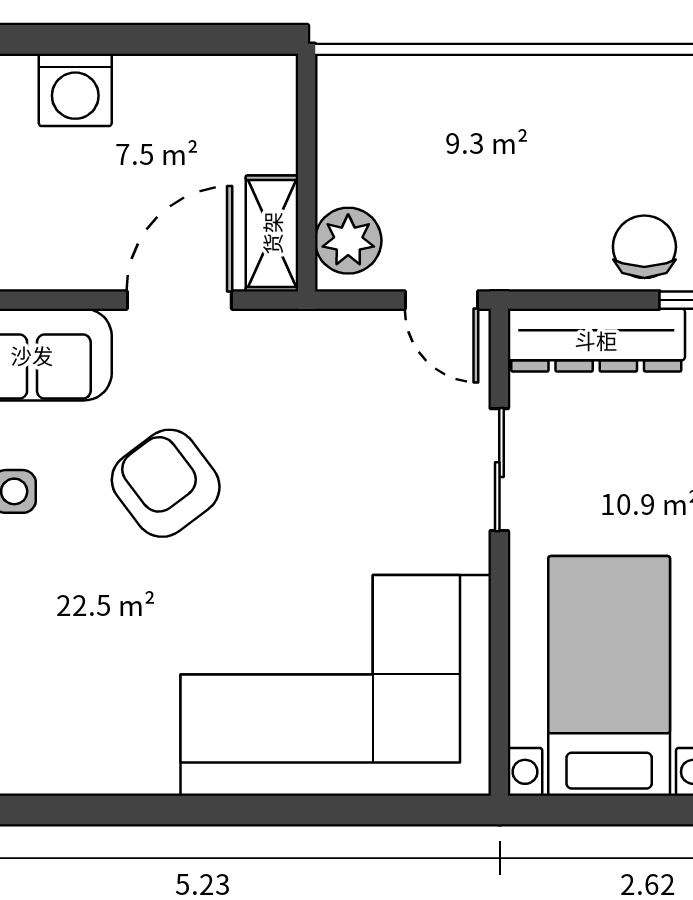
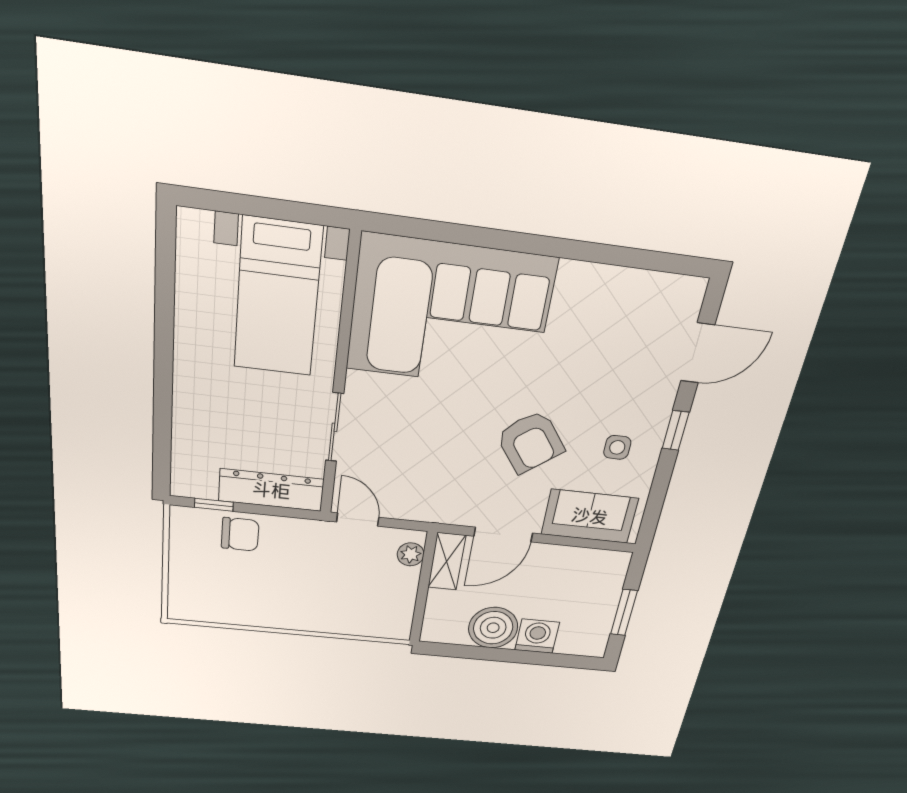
boiler: (162, 100) -> (493, 628), added
plant: (348, 241) -> (411, 554), width x0.73, depth x0.73
chair: (644, 247) -> (240, 534), turned -90

